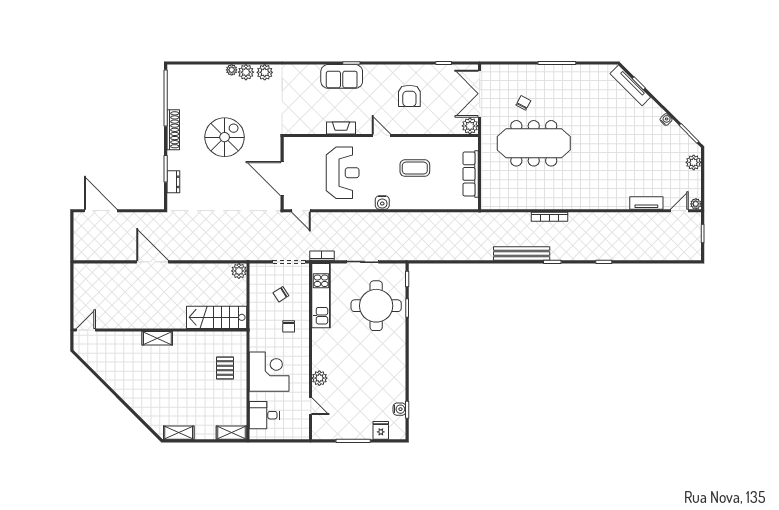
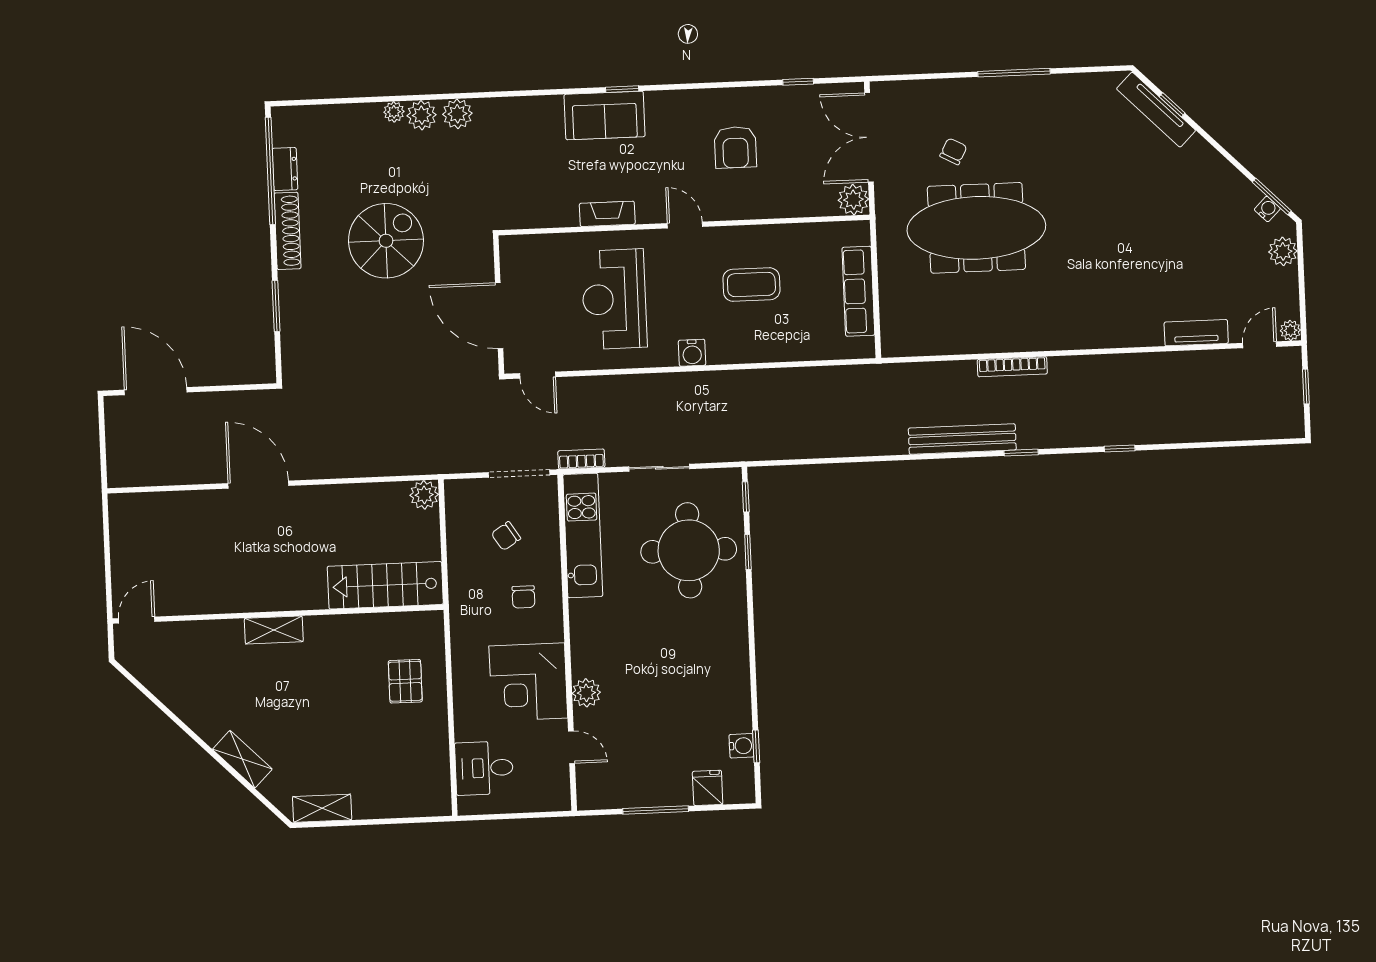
water cooler: (666, 120) -> (1267, 209), moved
reception desk: (343, 173) -> (614, 299), turned 180
dresser: (173, 182) -> (285, 169), moved
corner desk: (269, 372) -> (528, 682), moved, turned 180
shelving: (231, 433) -> (242, 759), moved, turned 45

